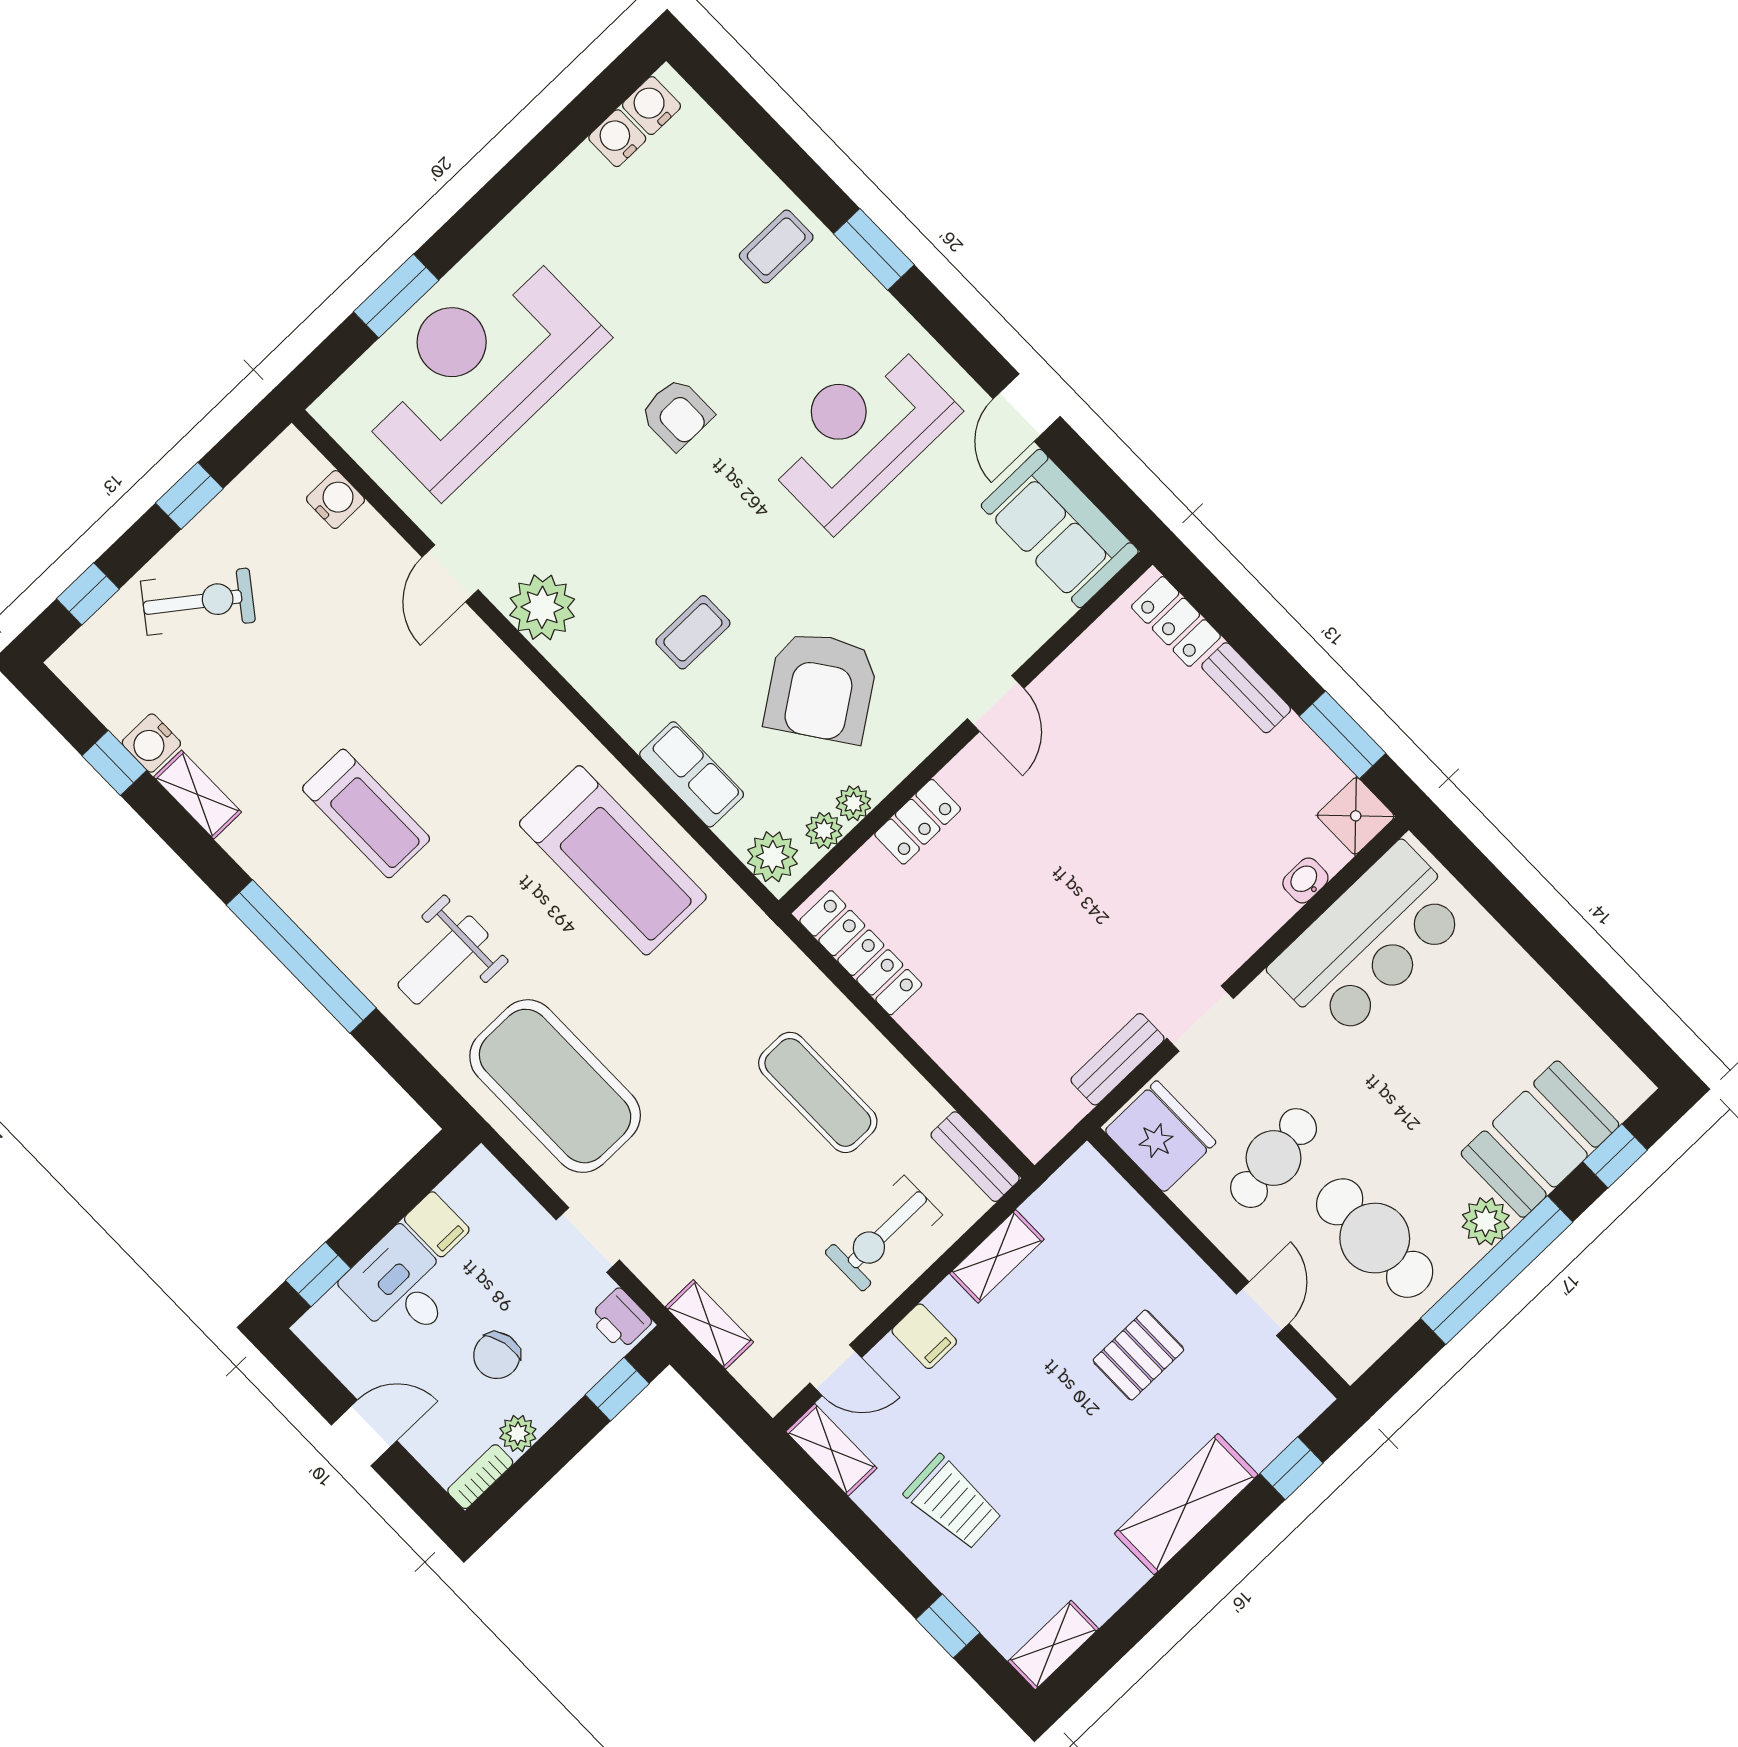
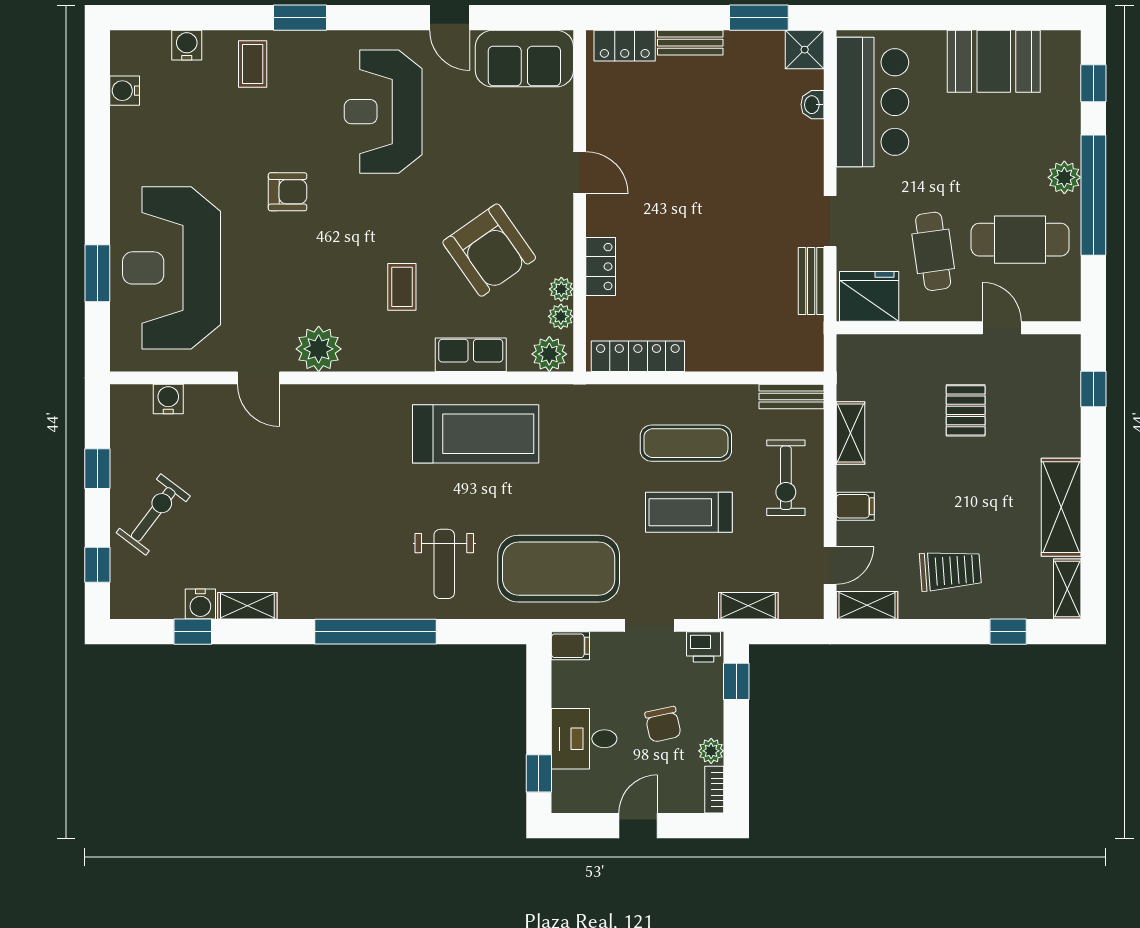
water cooler: (651, 106) -> (187, 45), moved, turned 90
treadmill: (366, 814) -> (689, 512), moved, turned 180
booth: (1540, 1139) -> (994, 61), moved, turned 90
filing cabinet: (437, 1224) -> (570, 646), moved
shelving: (1186, 1504) -> (1061, 507), moved

